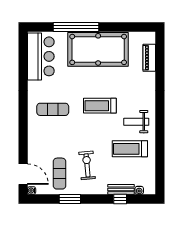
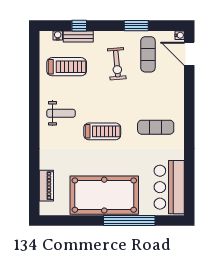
treadmill: (130, 149) -> (67, 67), moved

